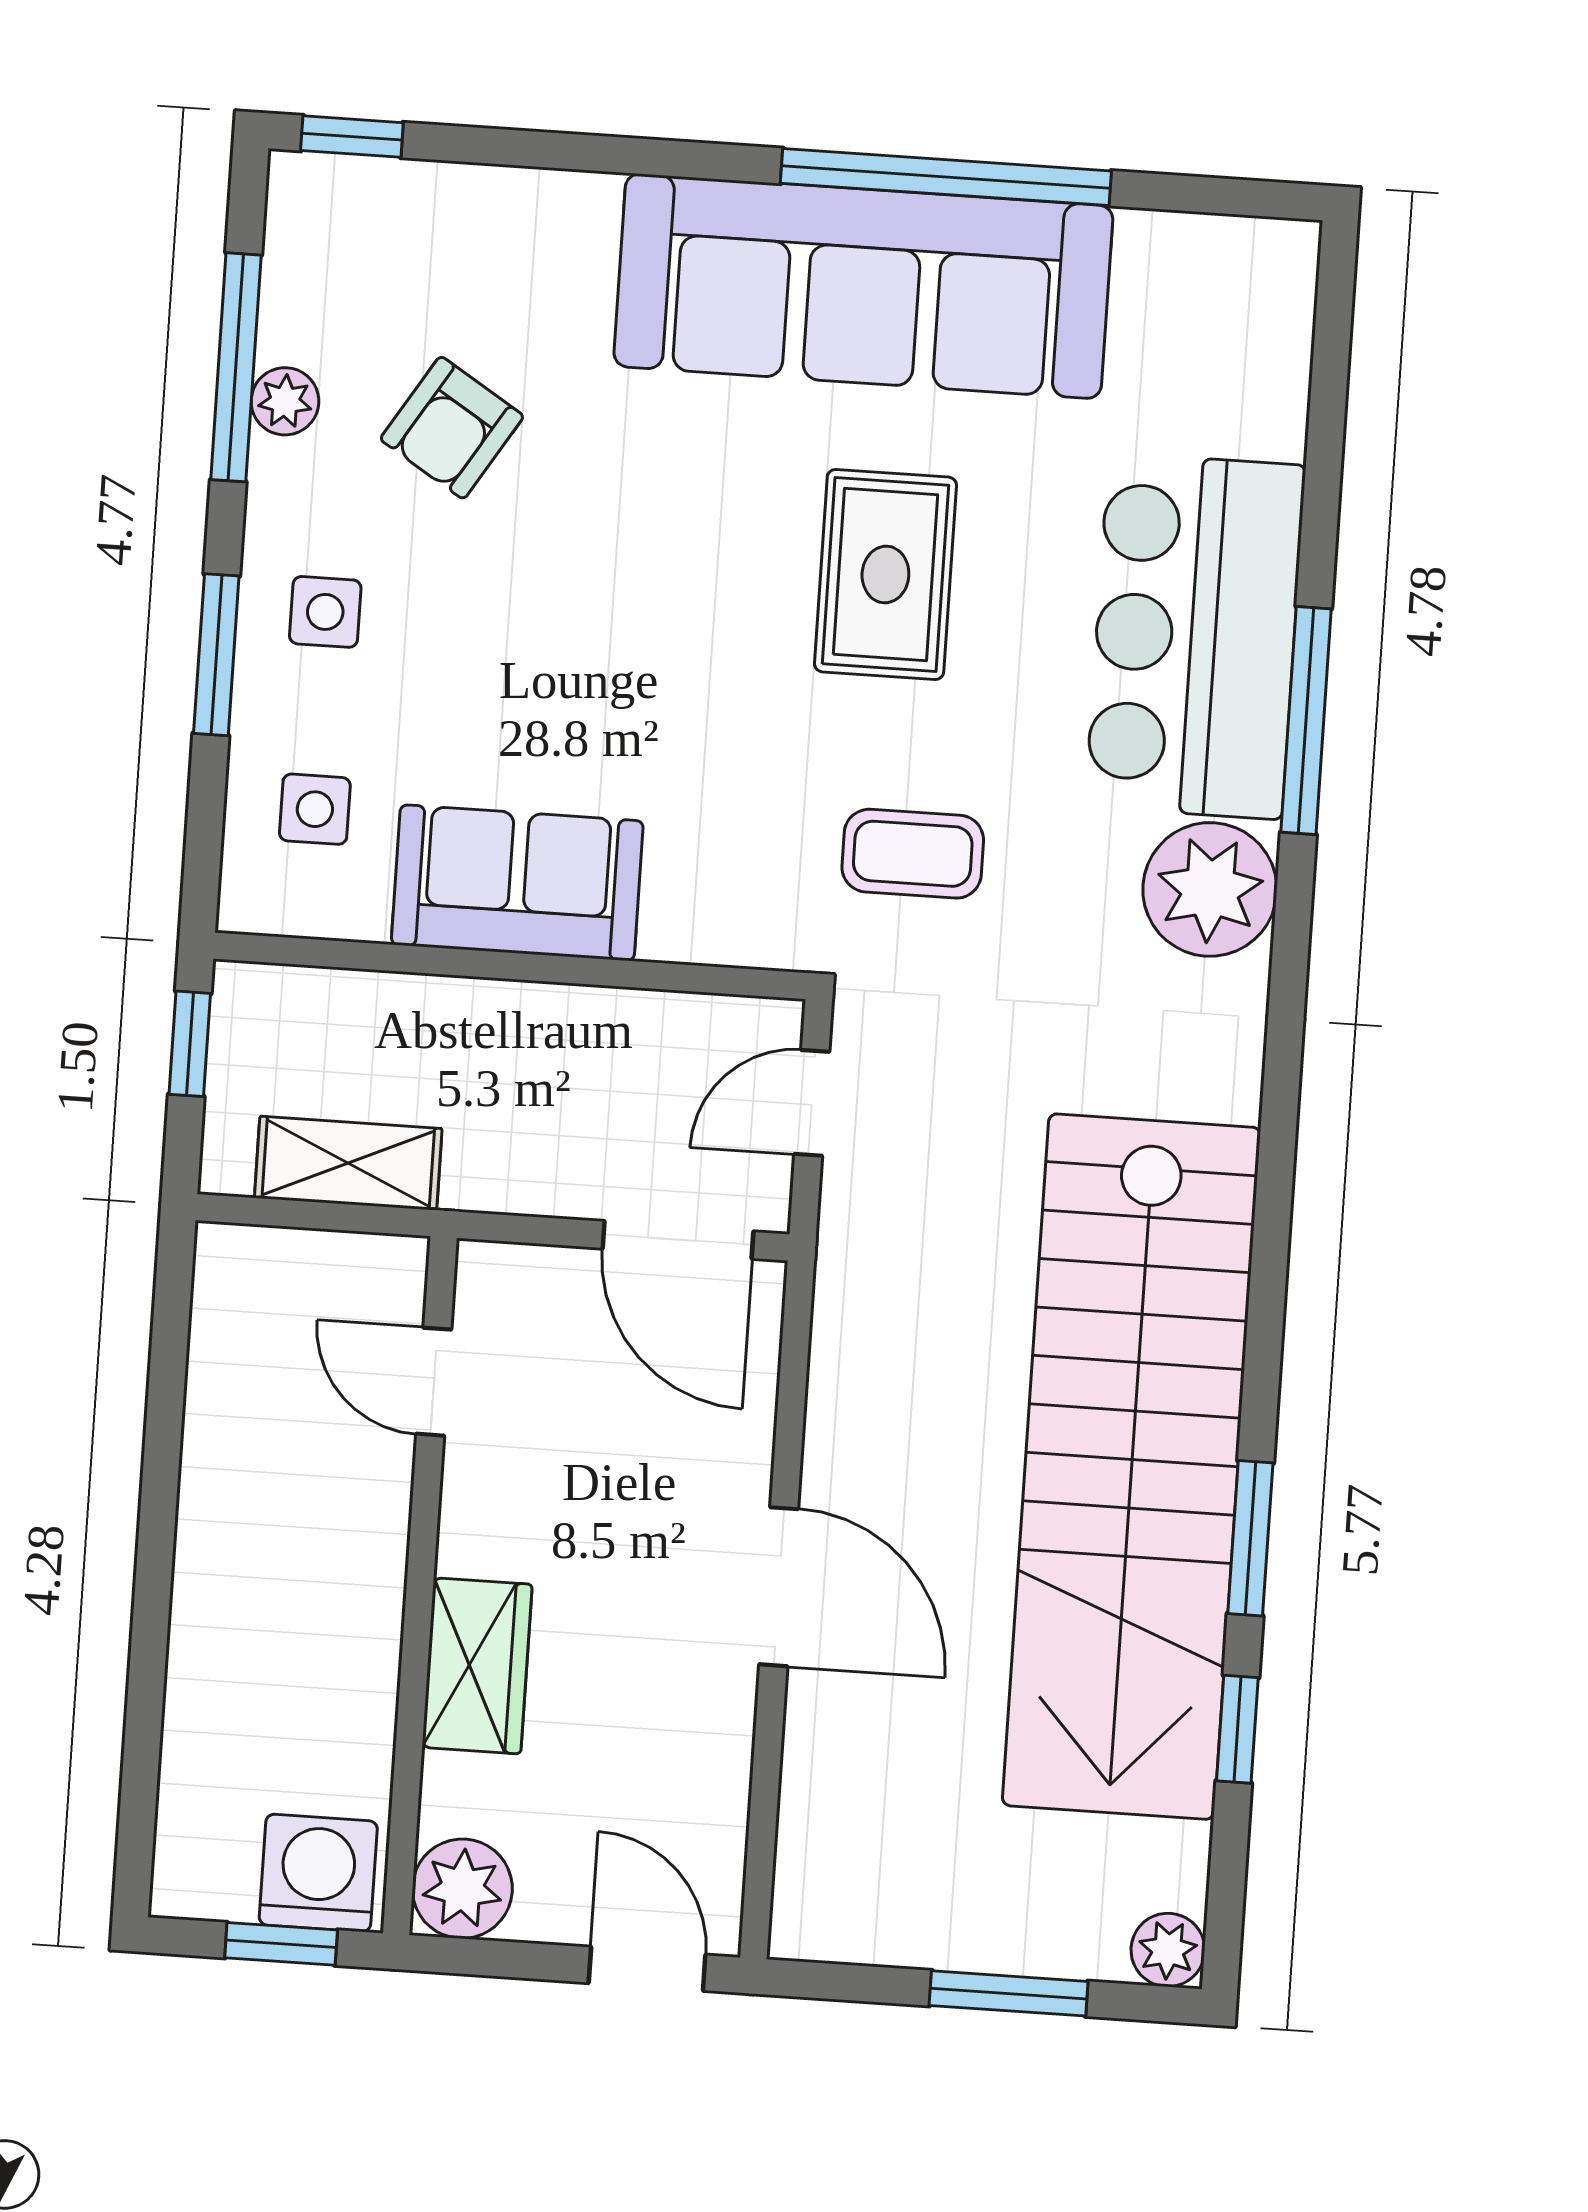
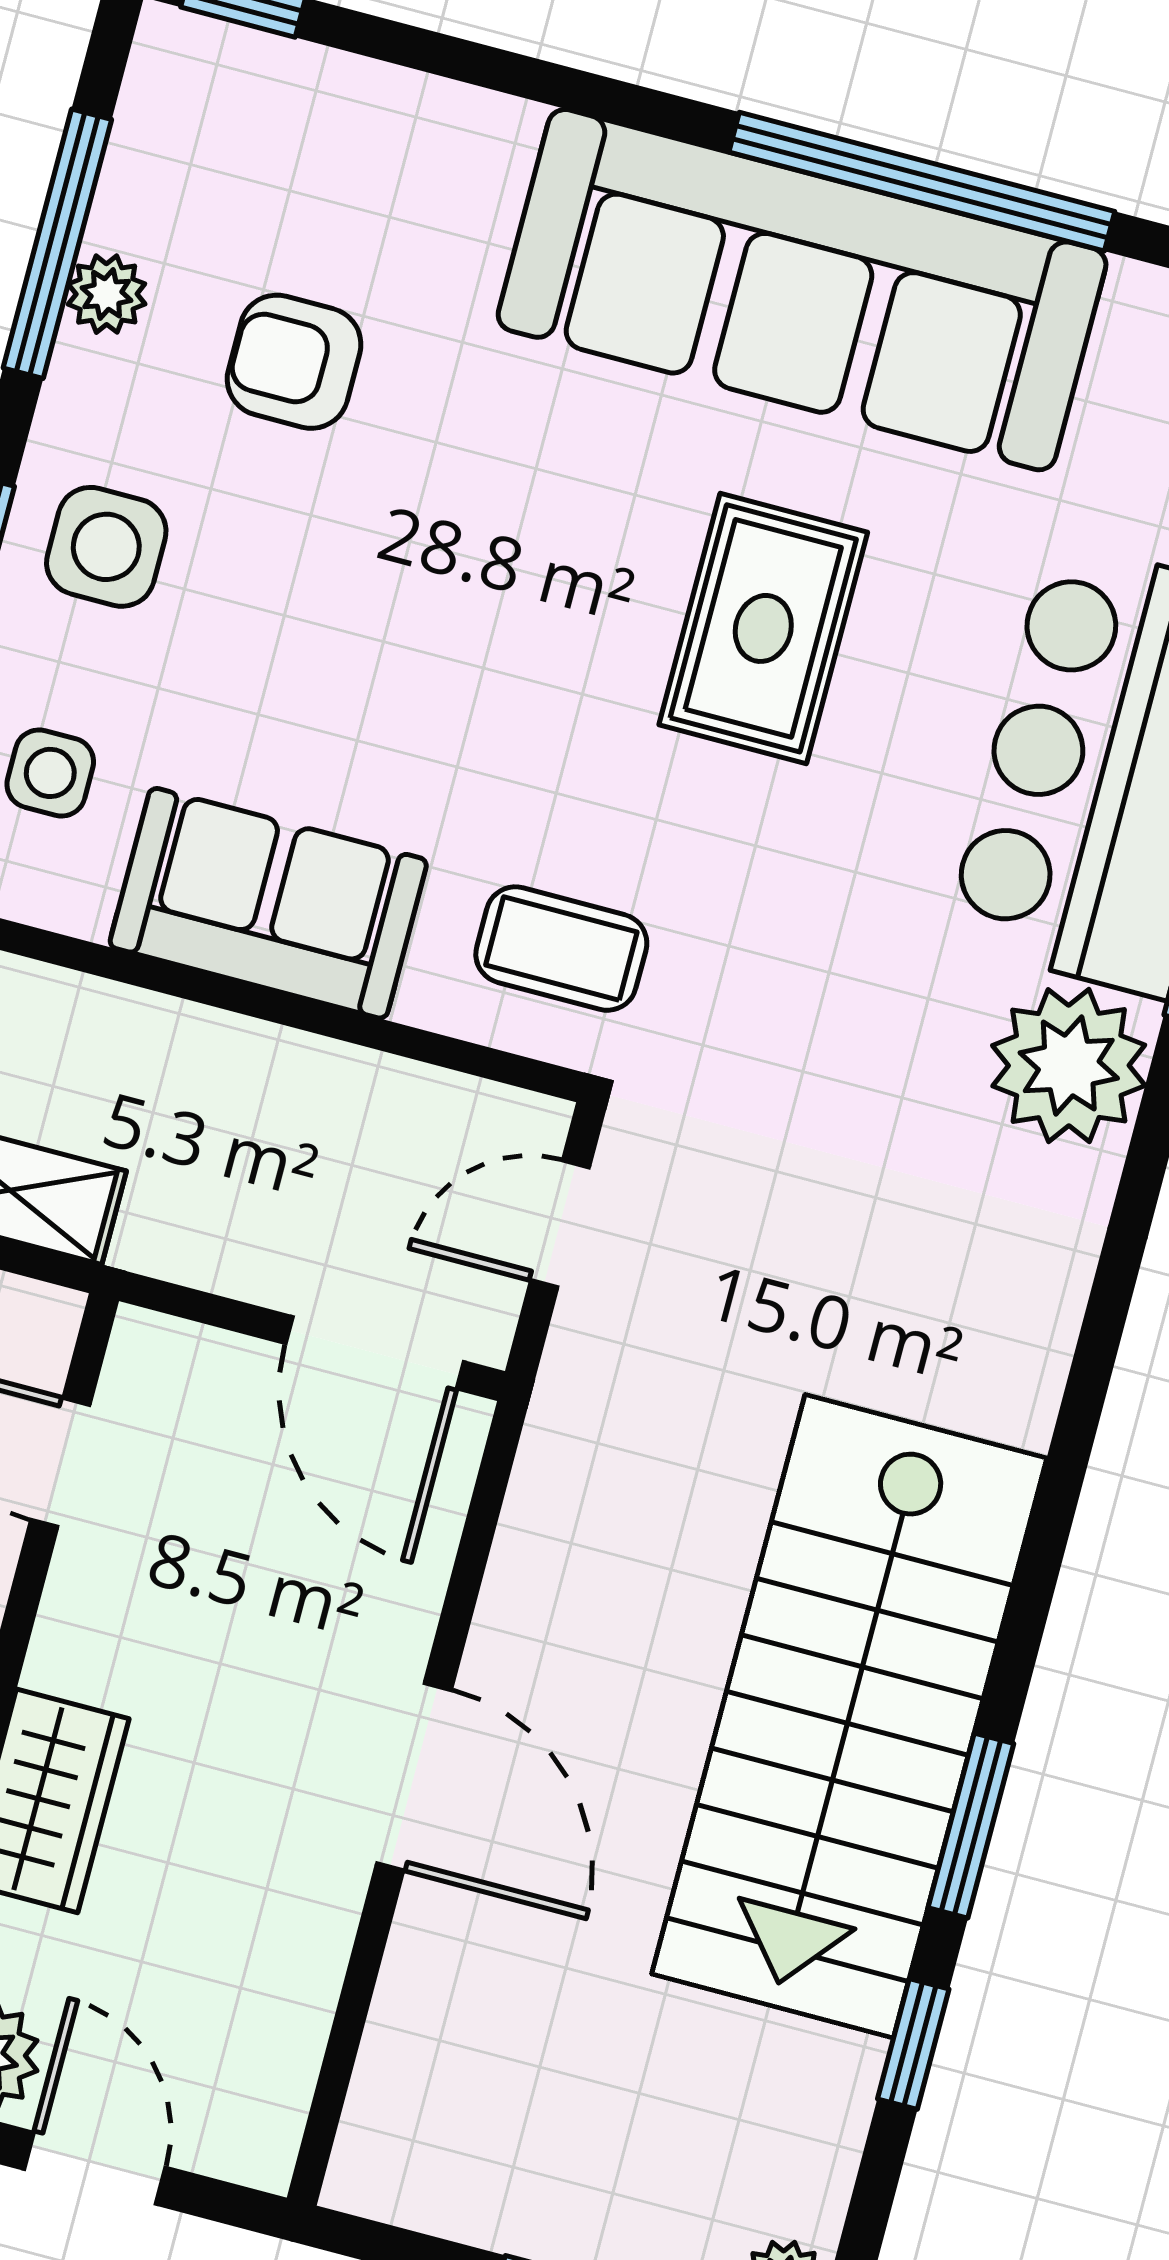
armchair: (452, 428) -> (294, 362), turned 58
side table: (325, 612) -> (106, 547), width x1.37, depth x1.37
coffee table: (913, 854) -> (561, 949), moved
stairs: (1131, 1467) -> (849, 1716), width x0.73
door: (647, 1969) -> (95, 2168), moved

